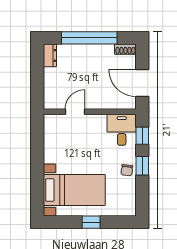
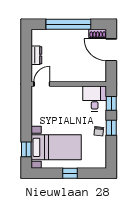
dresser: (50, 55) -> (36, 55), moved
door: (142, 83) -> (111, 50), moved
door: (75, 112) -> (42, 84), moved
window: (37, 192) -> (26, 149), added

